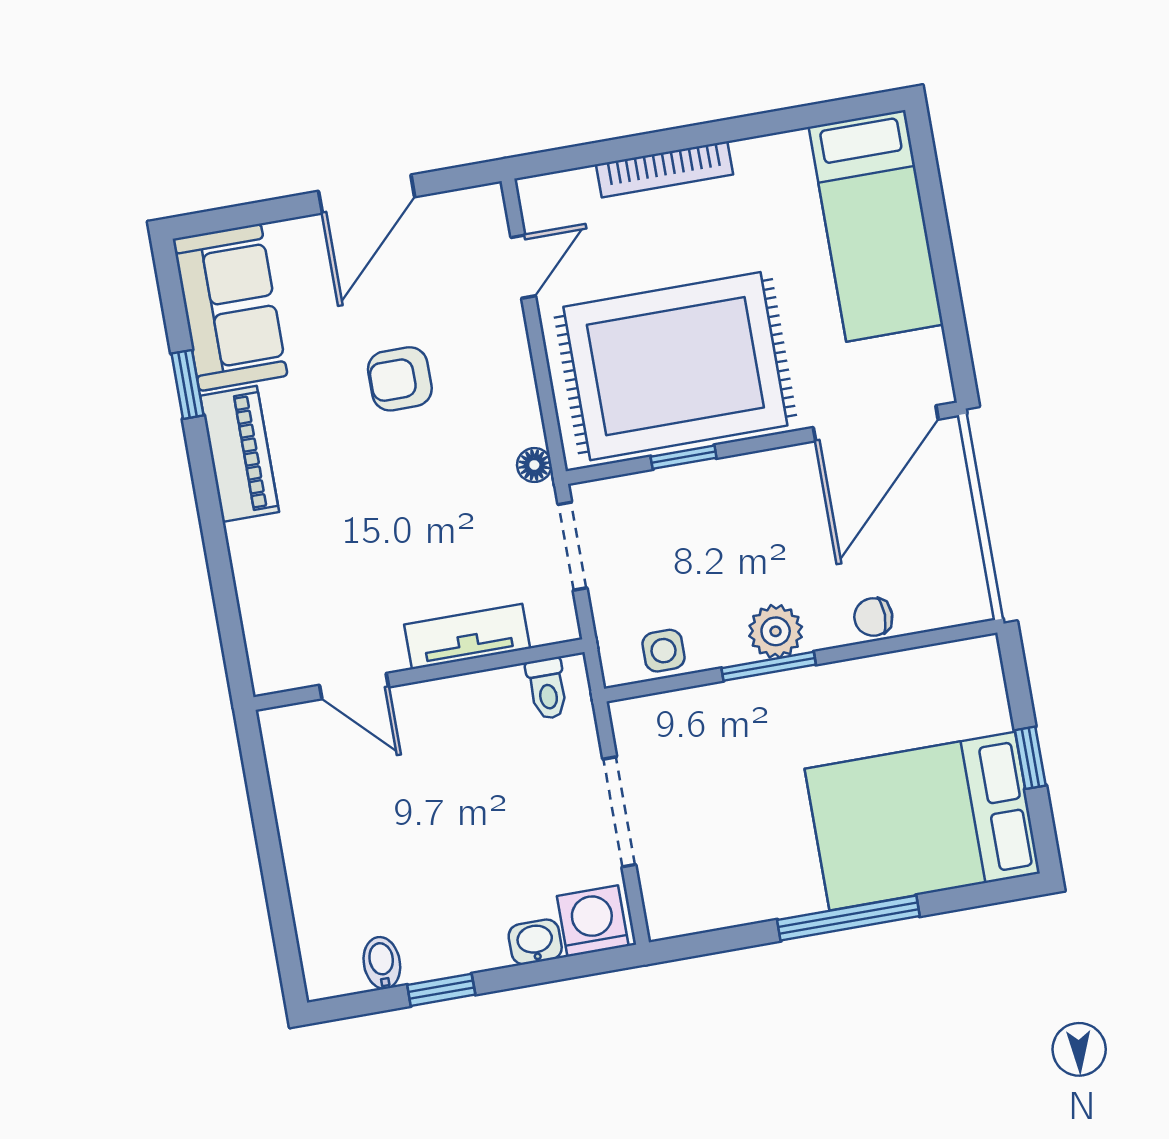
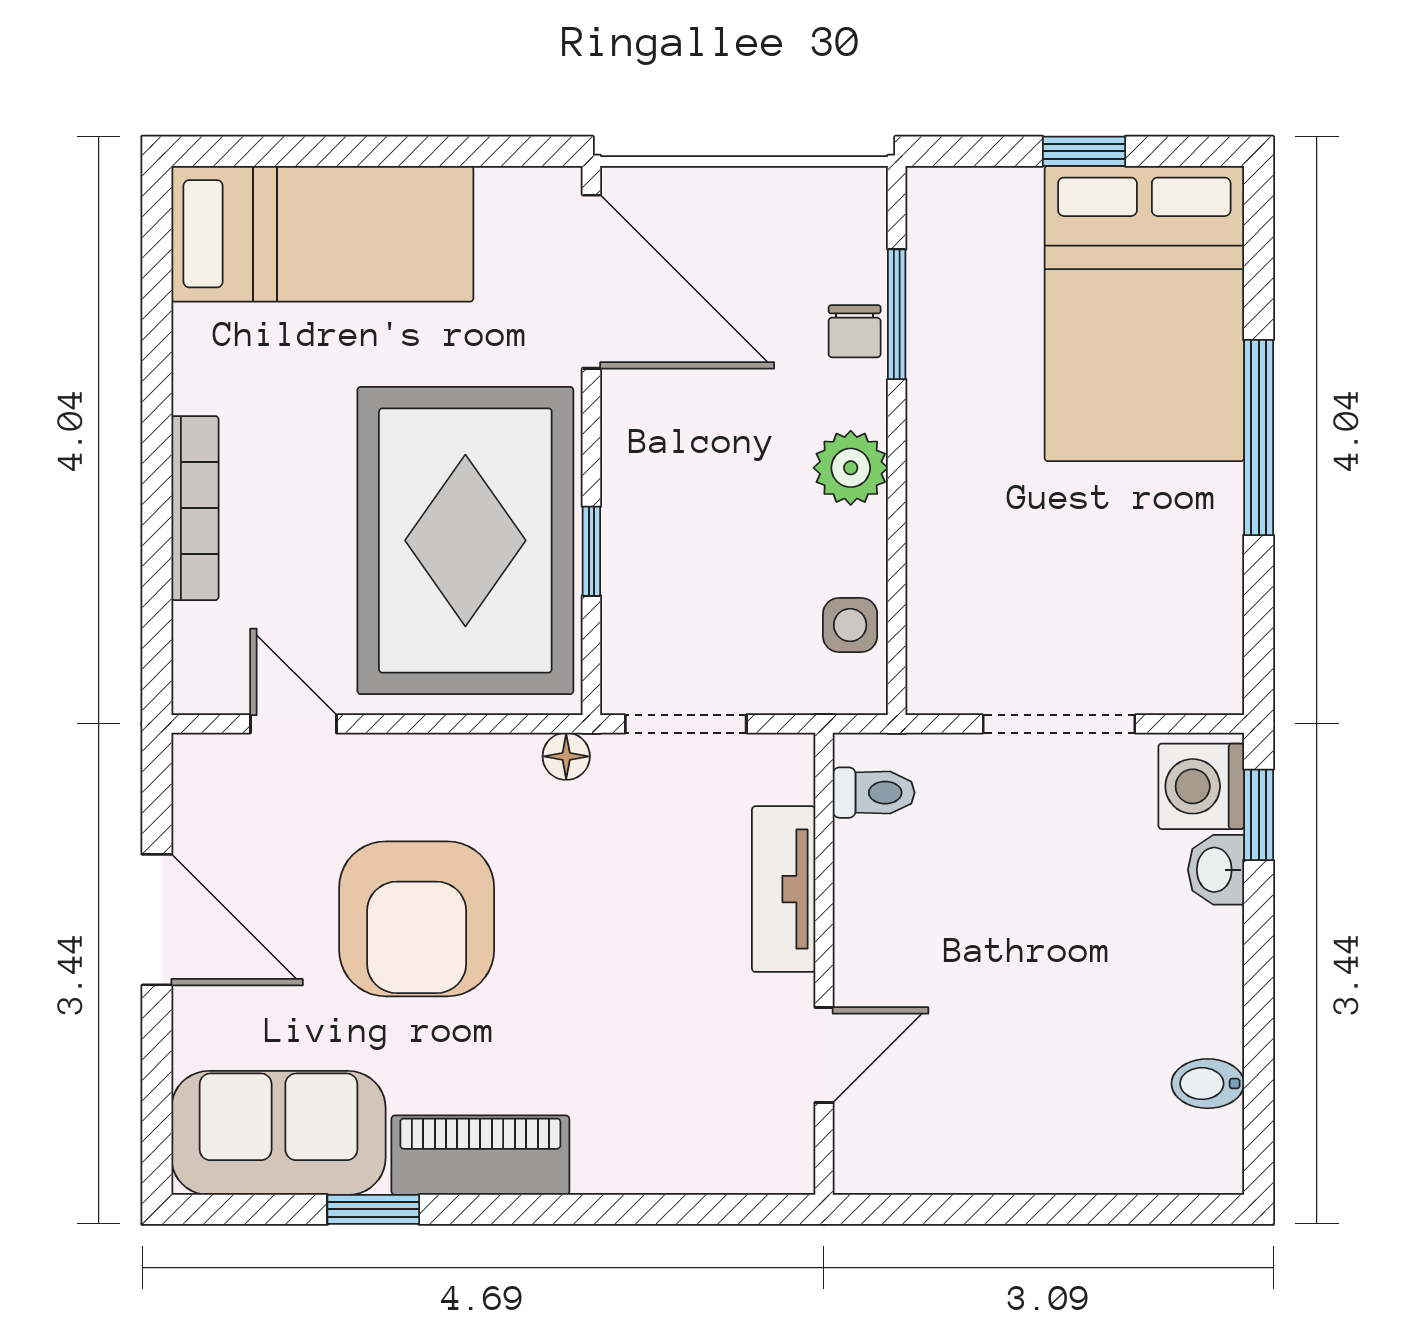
armchair: (400, 379) -> (417, 919), width x1.88, depth x1.88
window: (769, 666) -> (897, 314), moved
window: (441, 990) -> (1259, 815), moved

